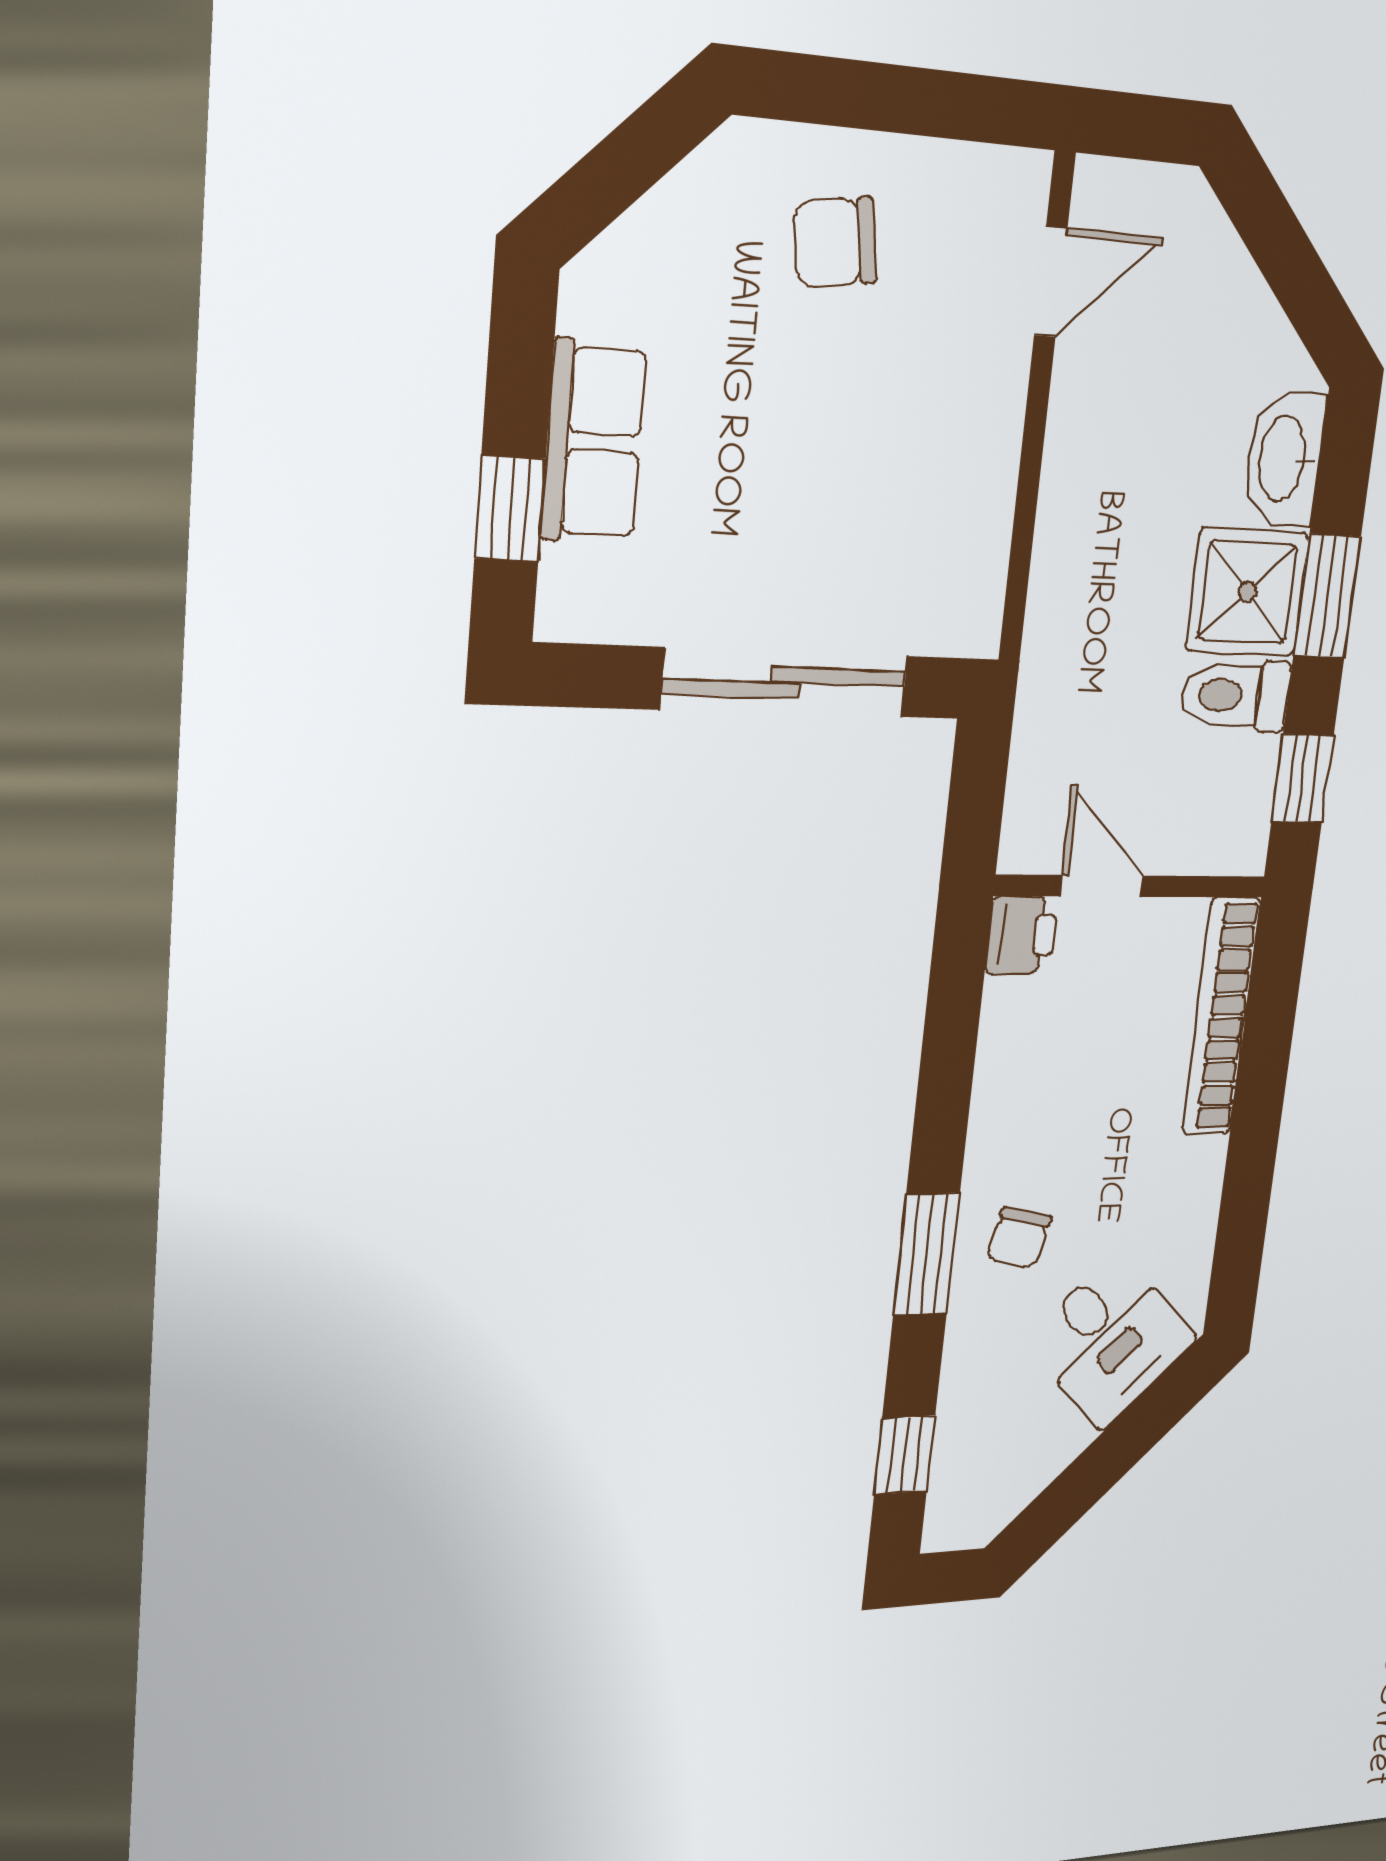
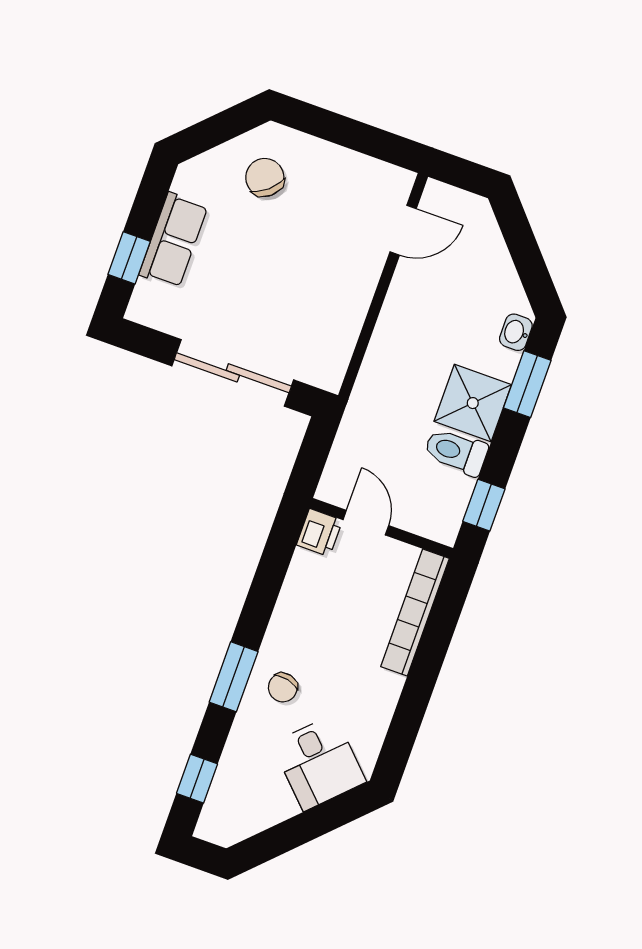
chair: (835, 243) -> (265, 177), moved, turned 58
washbasin: (1284, 459) -> (516, 332), width x0.52, depth x0.69
window: (1327, 596) -> (527, 384), moved

